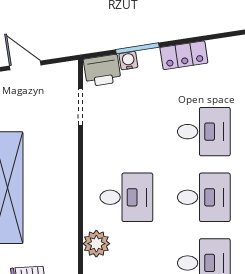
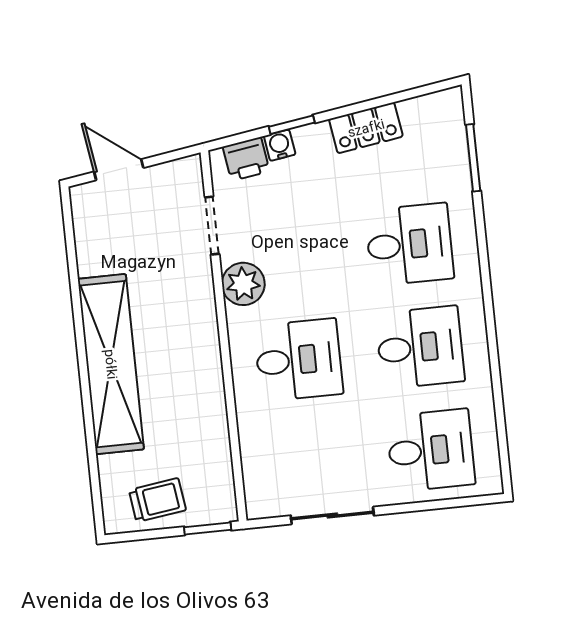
window: (137, 48) -> (292, 125), width x0.67
printer: (102, 70) -> (246, 159), width x0.73, depth x0.81
plant: (96, 244) -> (243, 284), moved

